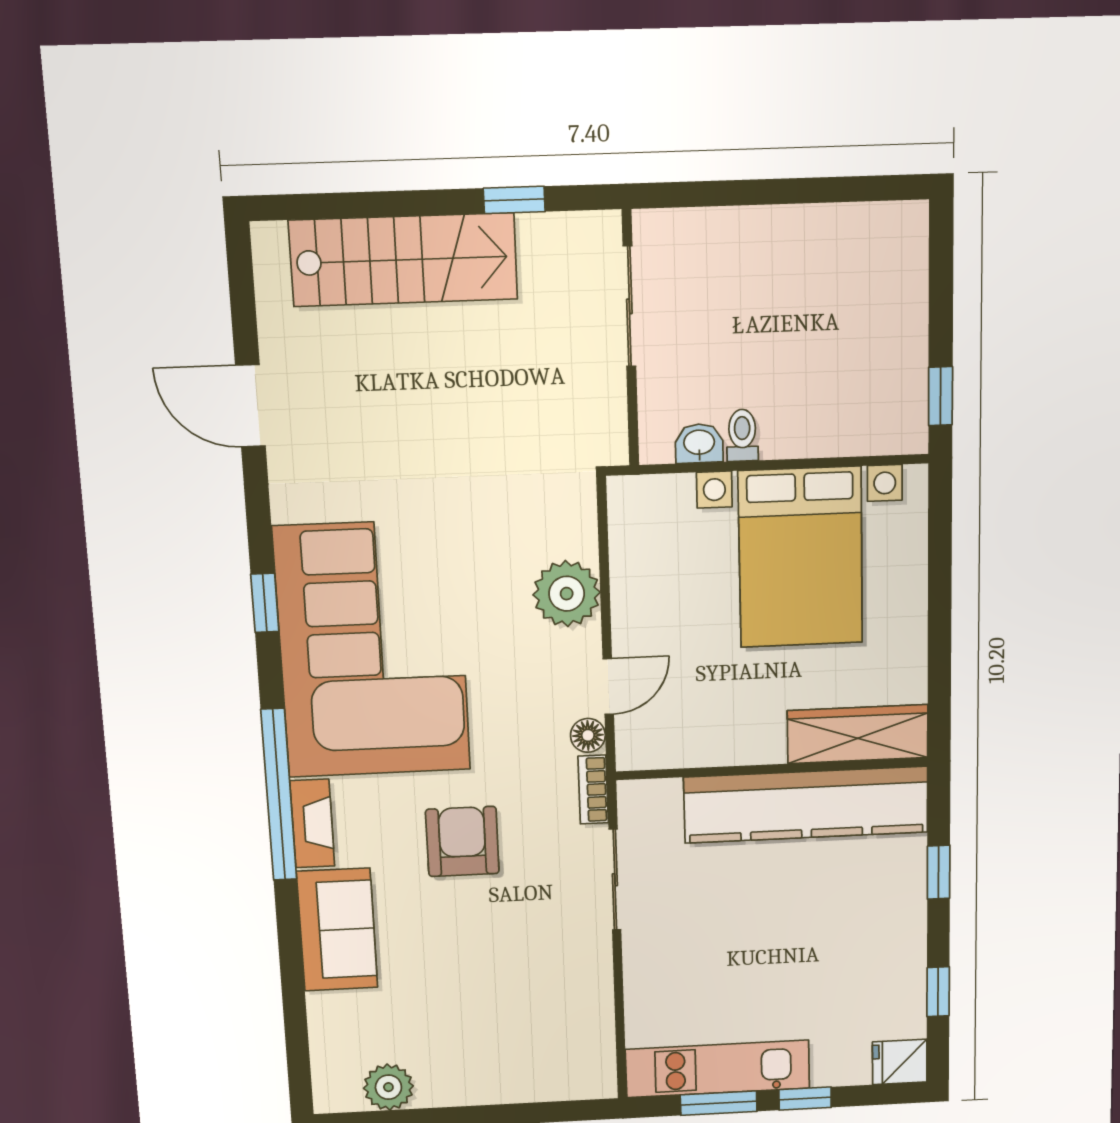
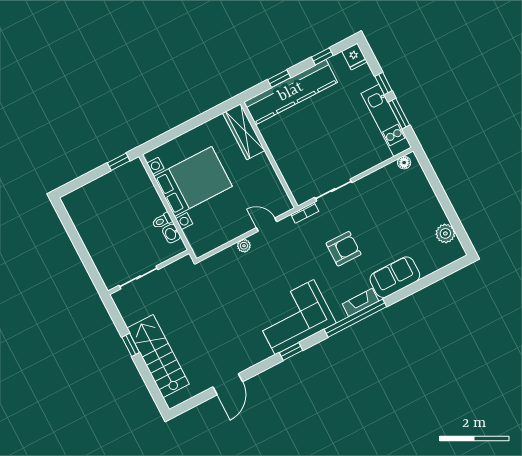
window: (514, 200) -> (131, 345), moved
plant: (567, 594) -> (244, 246), width x0.53, depth x0.53
corner sofa: (372, 649) -> (294, 317), width x0.73, depth x0.74
floor lamp: (588, 735) -> (404, 163), moved
kitchen counter: (806, 805) -> (291, 92), moved, turned 90
armchair: (462, 841) -> (344, 249), turned 180

